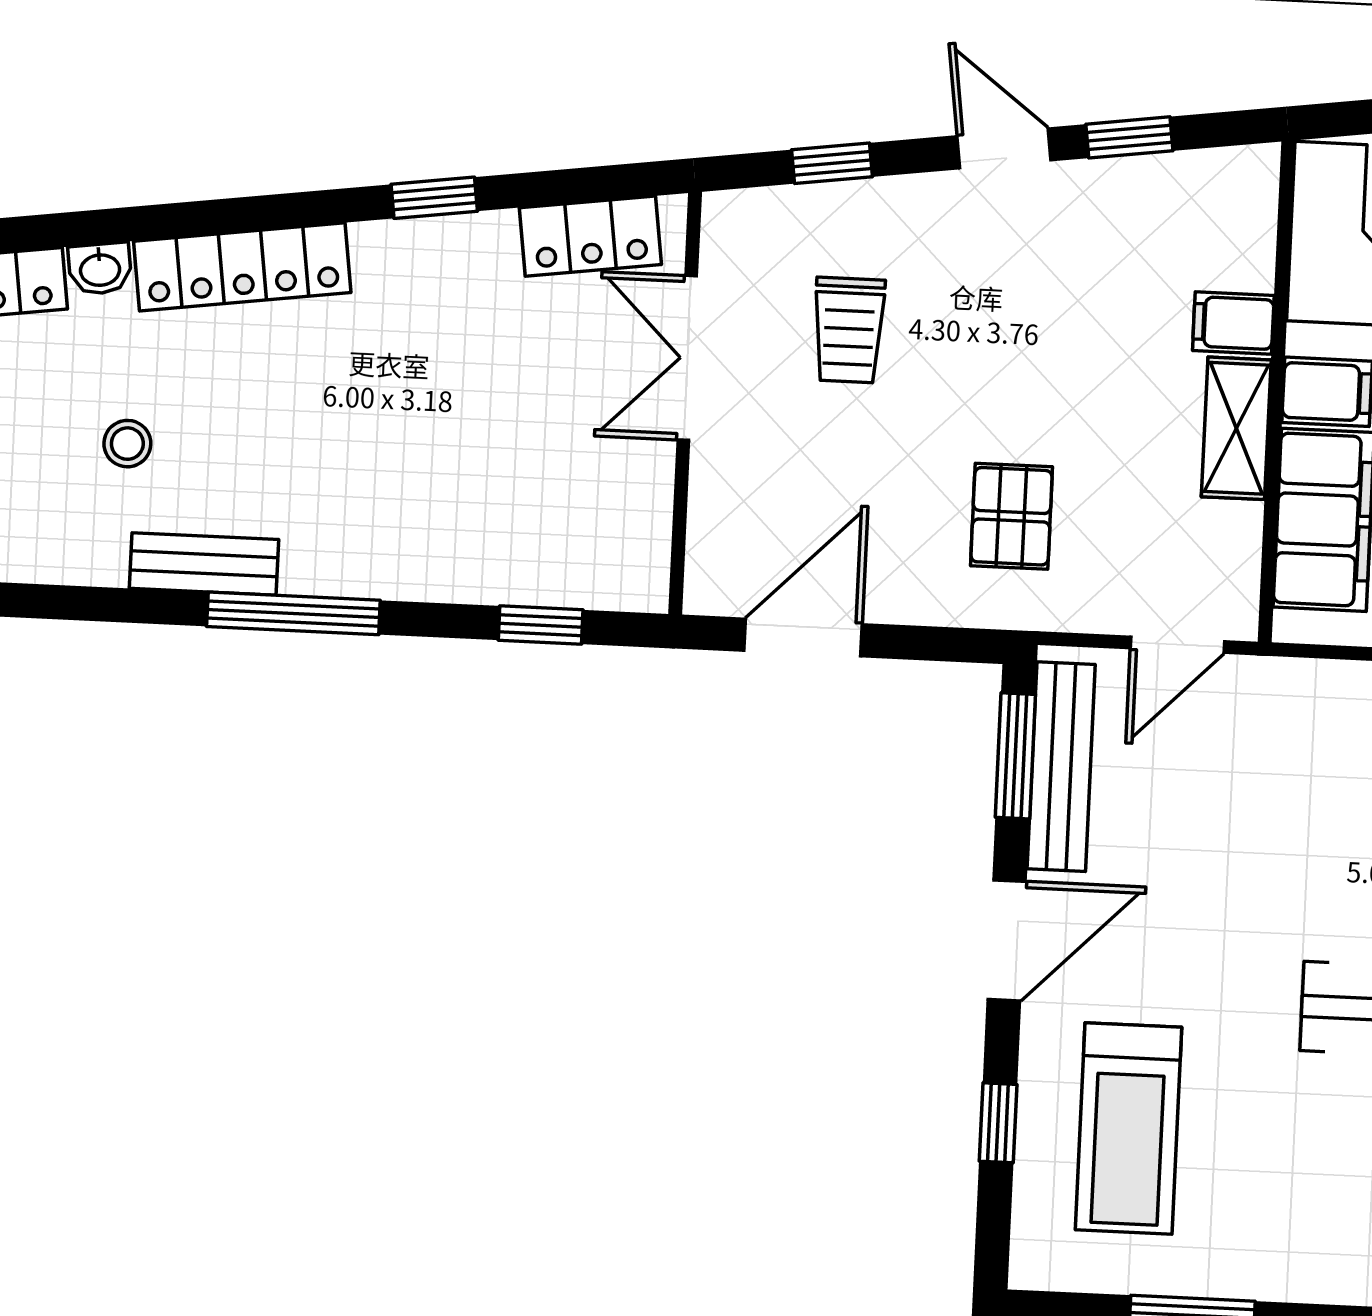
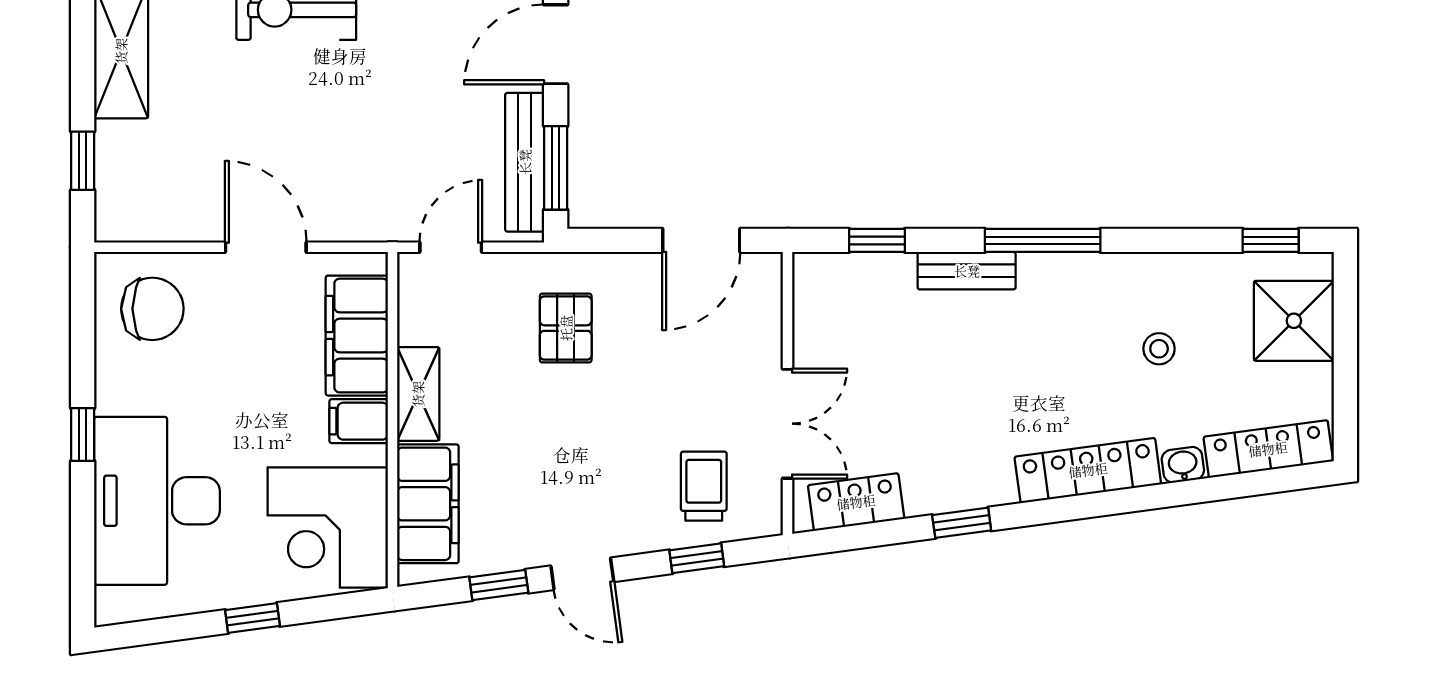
filing cabinet: (1233, 323) -> (428, 504), width x3.00, depth x1.17
trolley: (849, 330) -> (704, 486), moved
bench: (204, 564) -> (967, 271), moved

